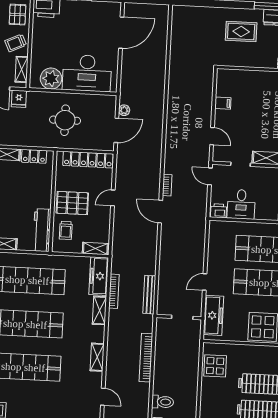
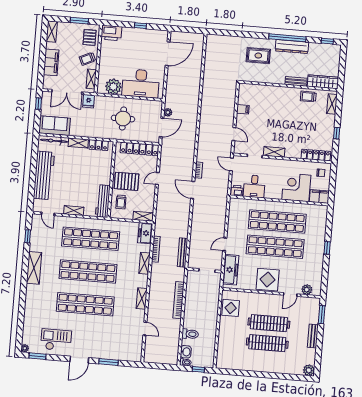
freezer: (99, 276) -> (145, 233), width x0.71

